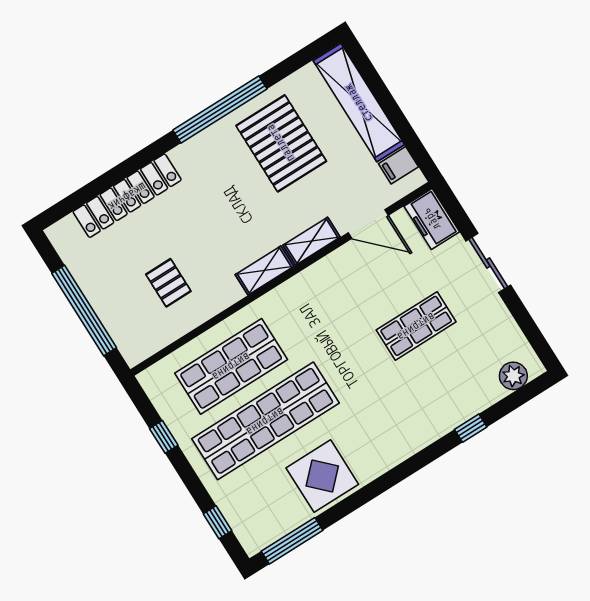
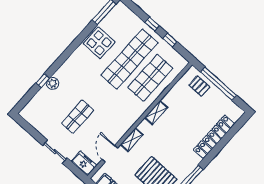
door: (368, 224) -> (110, 154), hinge flipped
shelving: (264, 270) -> (156, 113), moved
pallet: (168, 283) -> (199, 86), moved
plant: (513, 376) -> (53, 83), moved
window: (217, 522) -> (152, 24), moved

